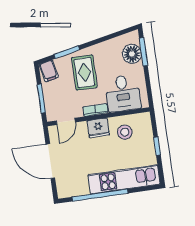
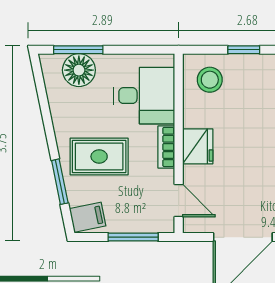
stool: (125, 132) -> (210, 80), moved

